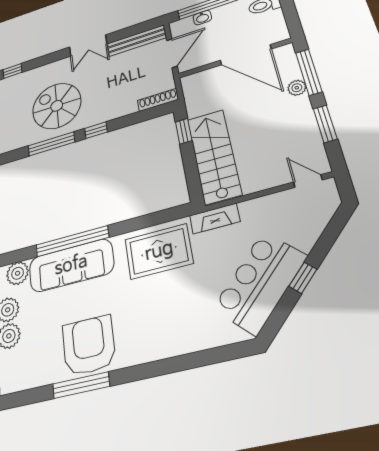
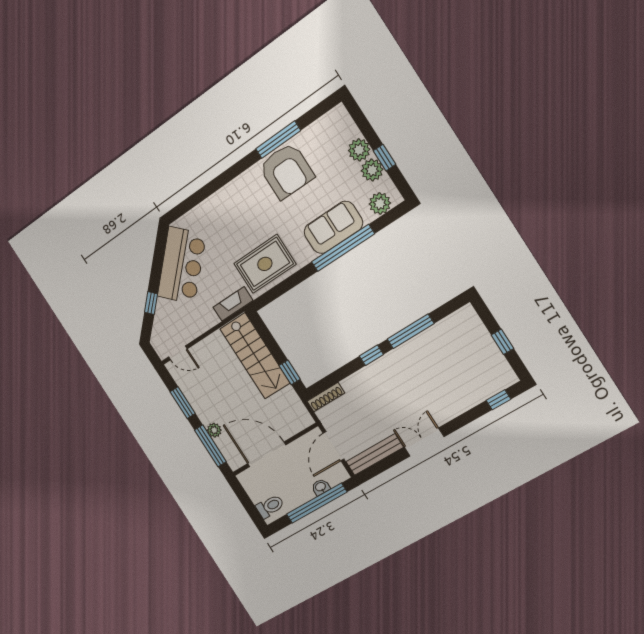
spiral stairs: (57, 106) -> (425, 371), removed
sofa: (71, 265) -> (333, 227), width x0.73
window: (303, 278) -> (151, 303), moved

